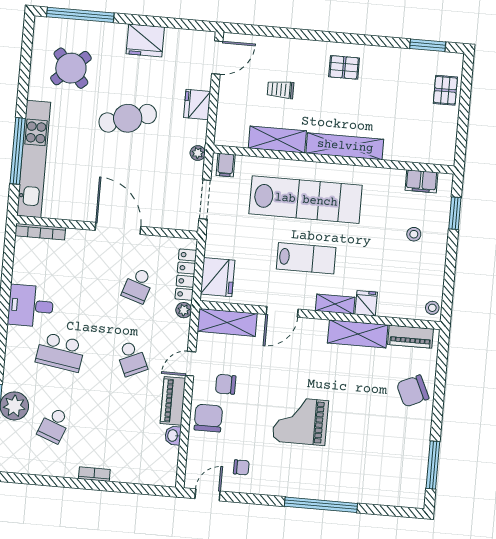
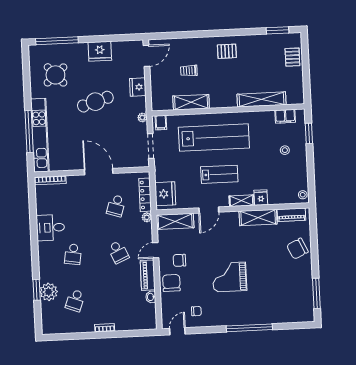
shelving: (345, 146) -> (261, 99), moved
school desk: (60, 352) -> (73, 254), width x0.54

